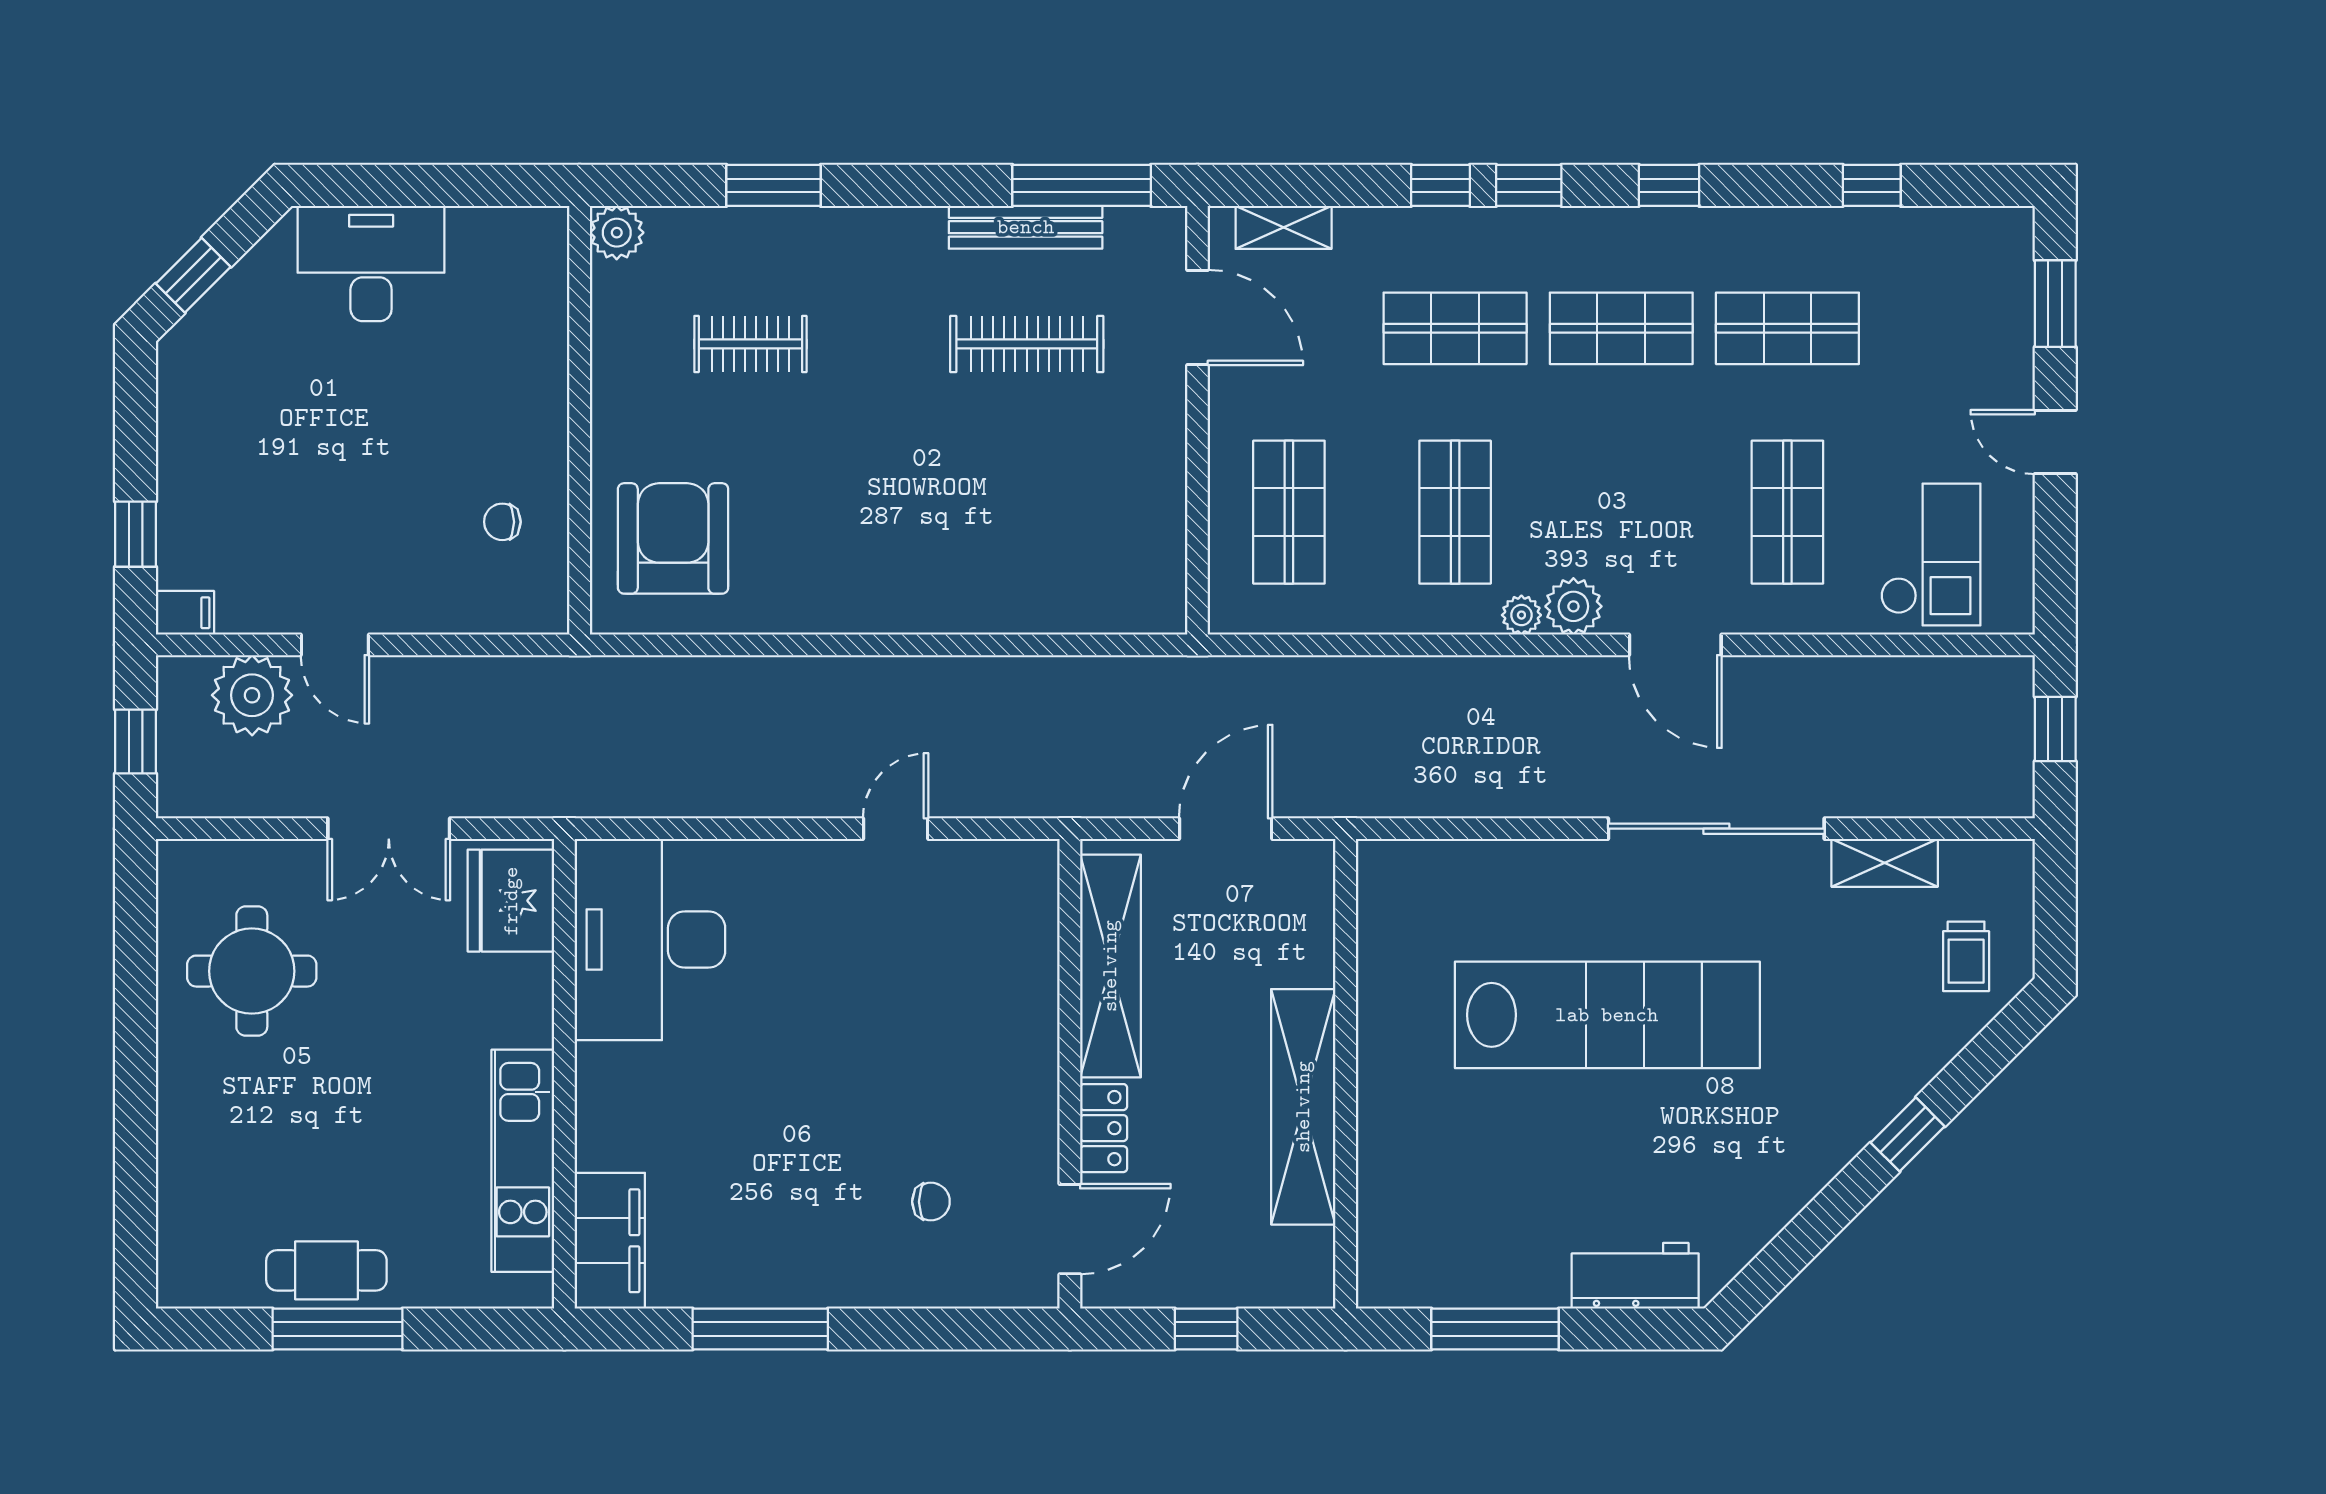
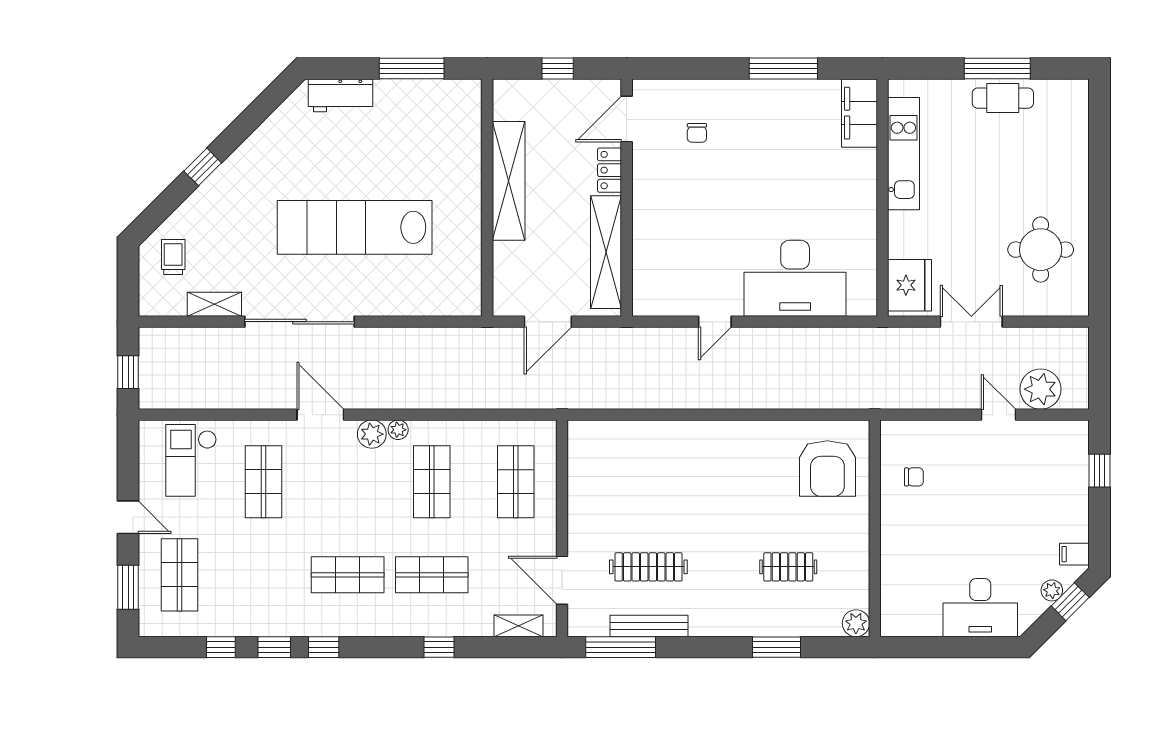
window: (1529, 185) -> (274, 647), moved
plant: (230, 297) -> (1052, 590), added
shop shelf: (1787, 328) -> (179, 575), moved, turned 90
filing cabinet: (185, 613) -> (1074, 554), moved
window: (135, 742) -> (1099, 366), removed
desk: (650, 940) -> (795, 278), moved, turned 90
chair: (931, 1202) -> (697, 133), turned -90

